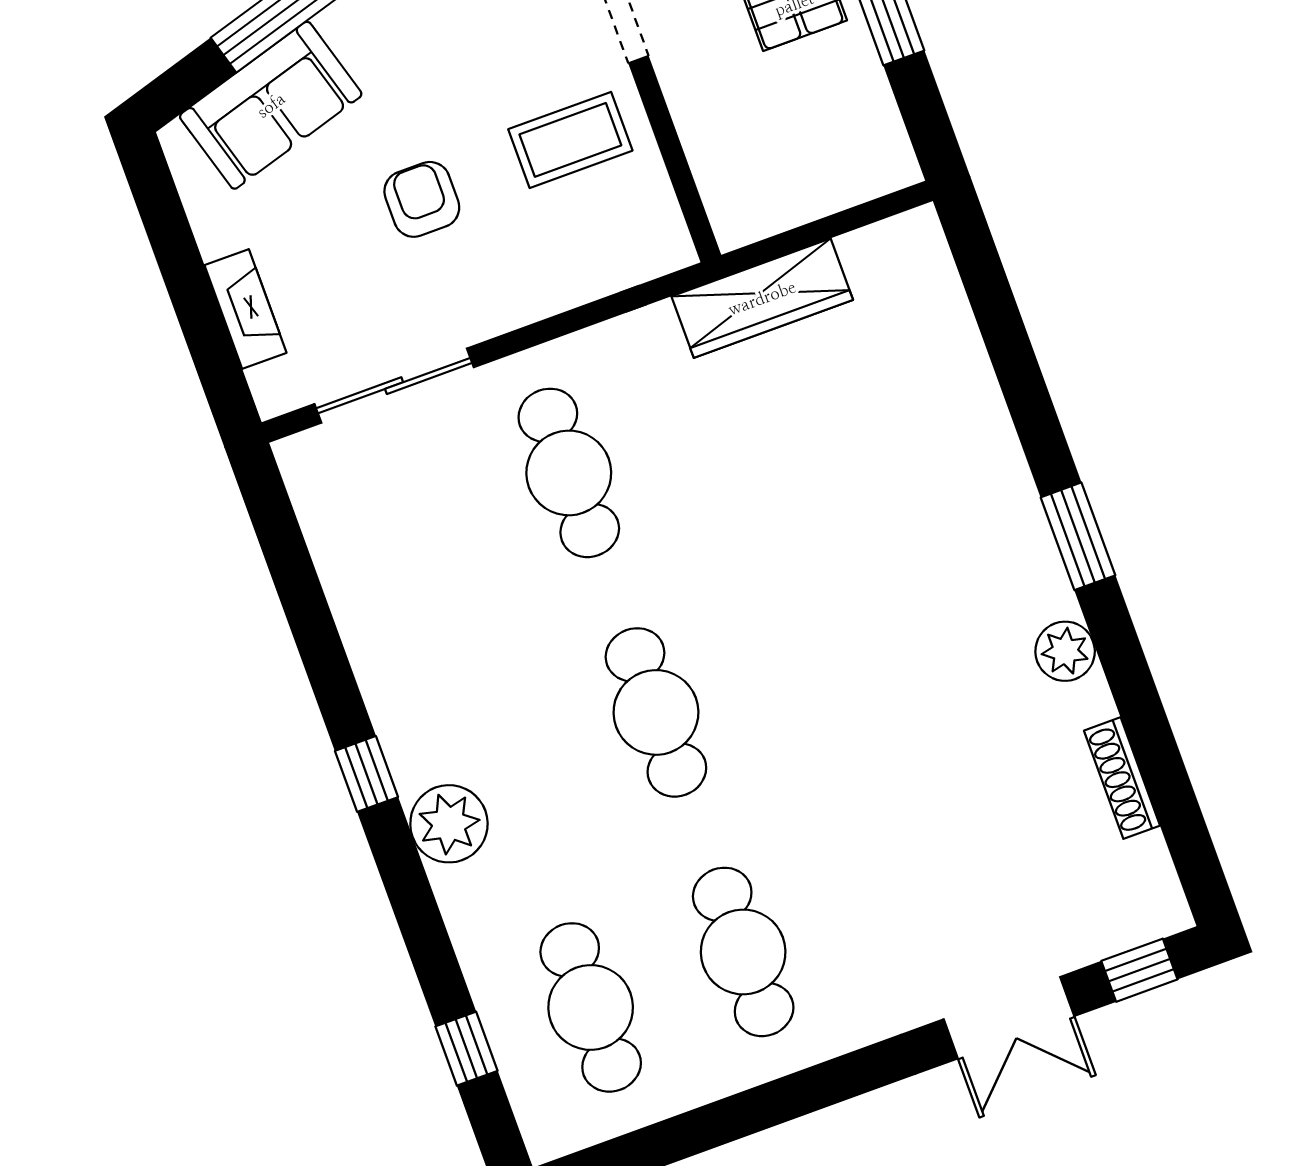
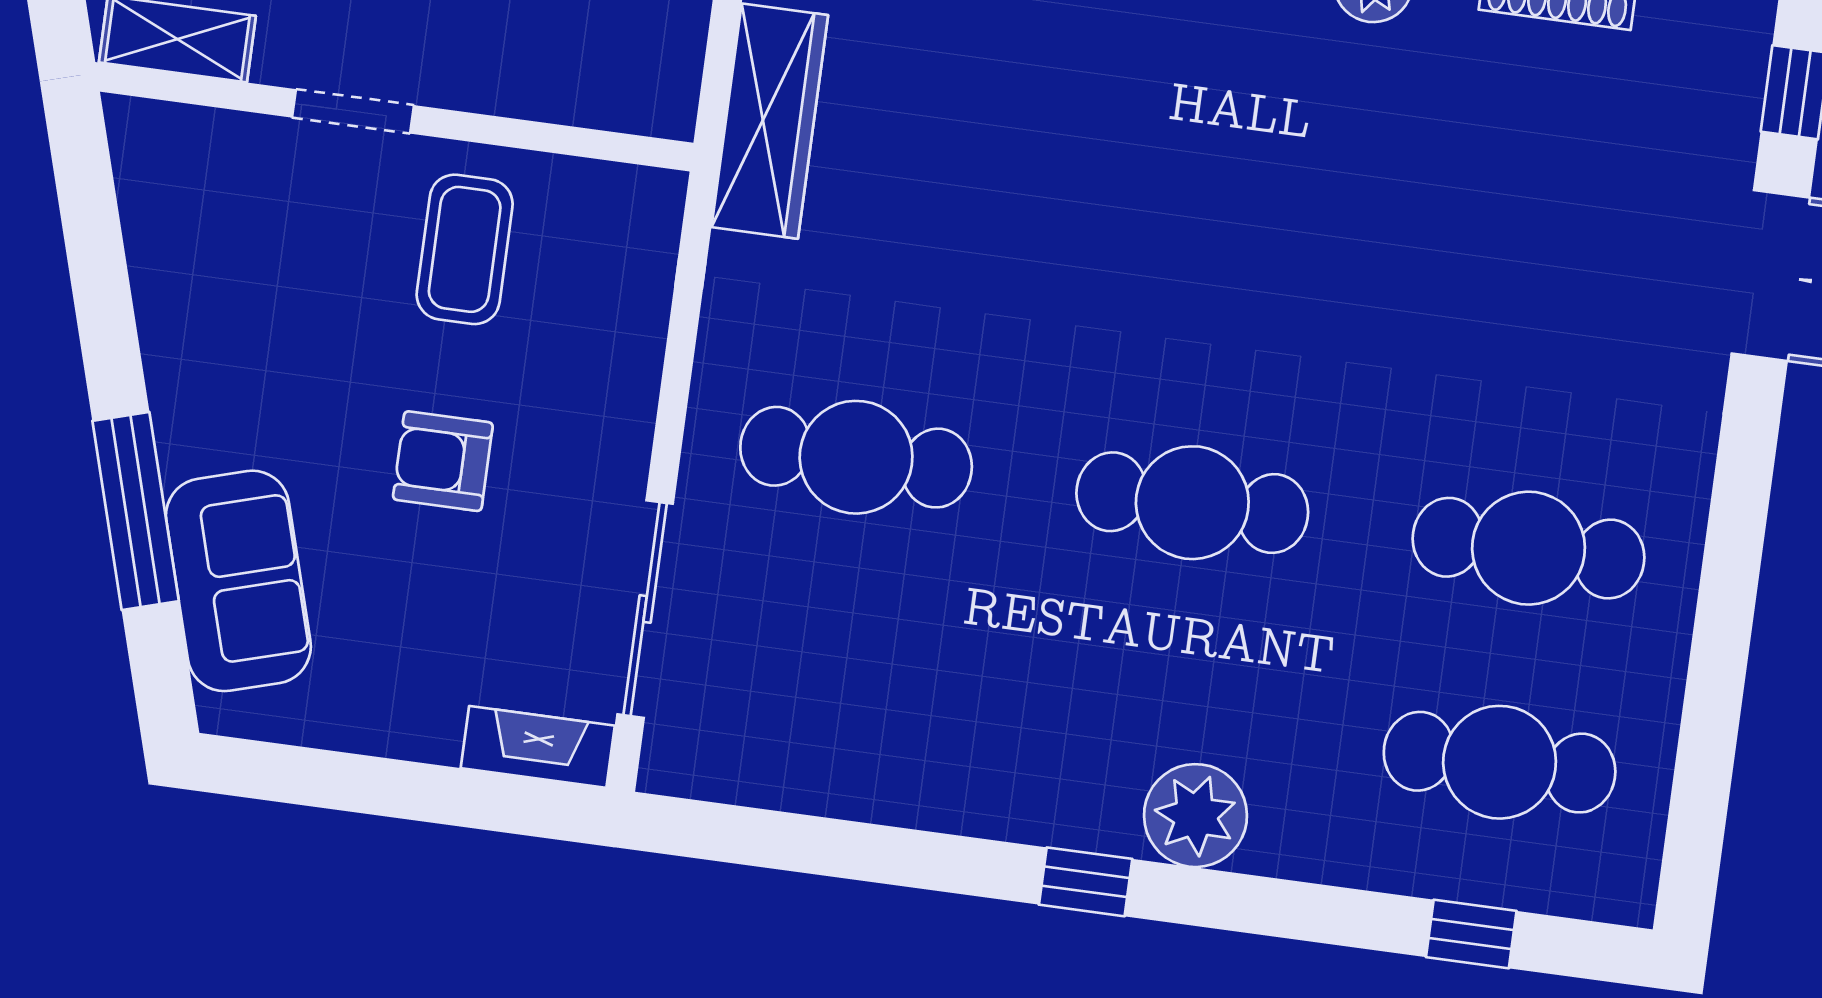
fireplace: (245, 309) -> (538, 747), moved

